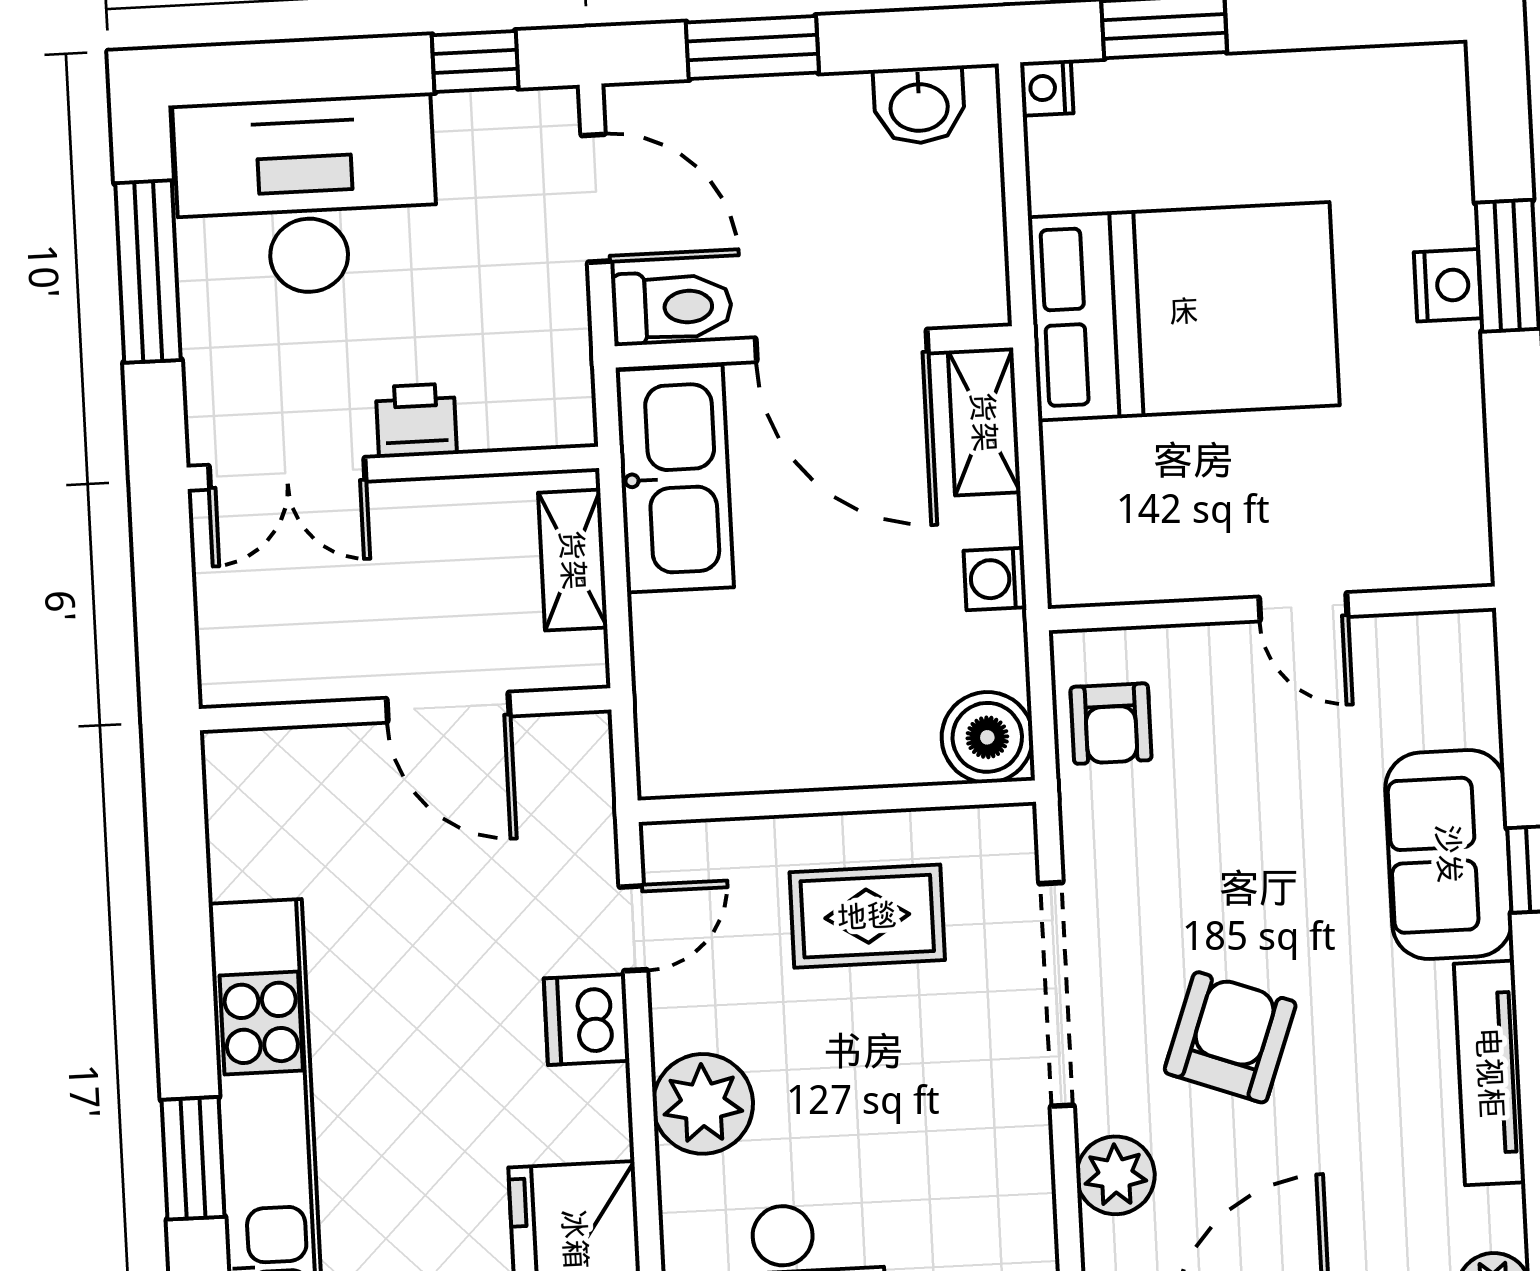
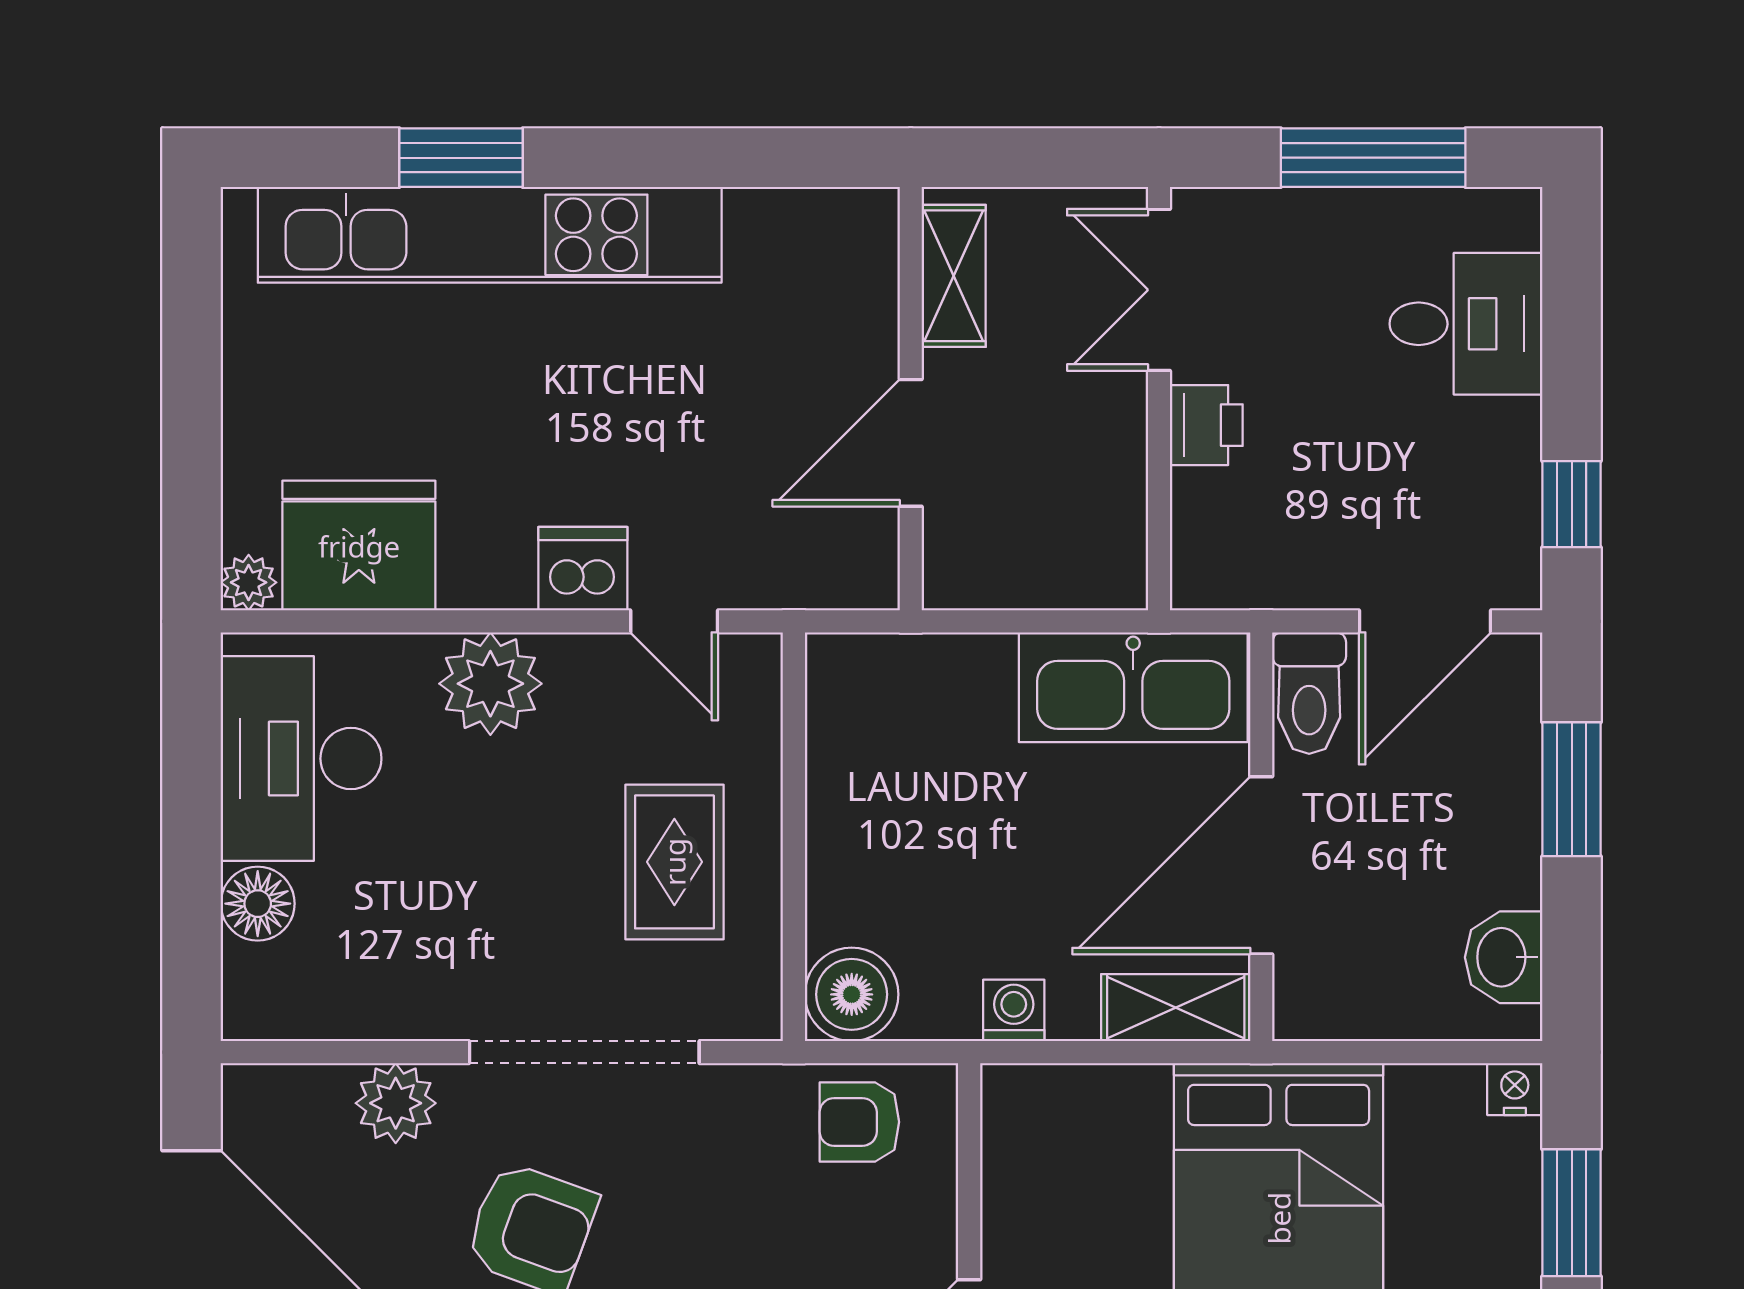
desk: (306, 195) -> (1466, 324), width x0.53, depth x0.77
shelving: (573, 560) -> (954, 276), moved, turned 90

